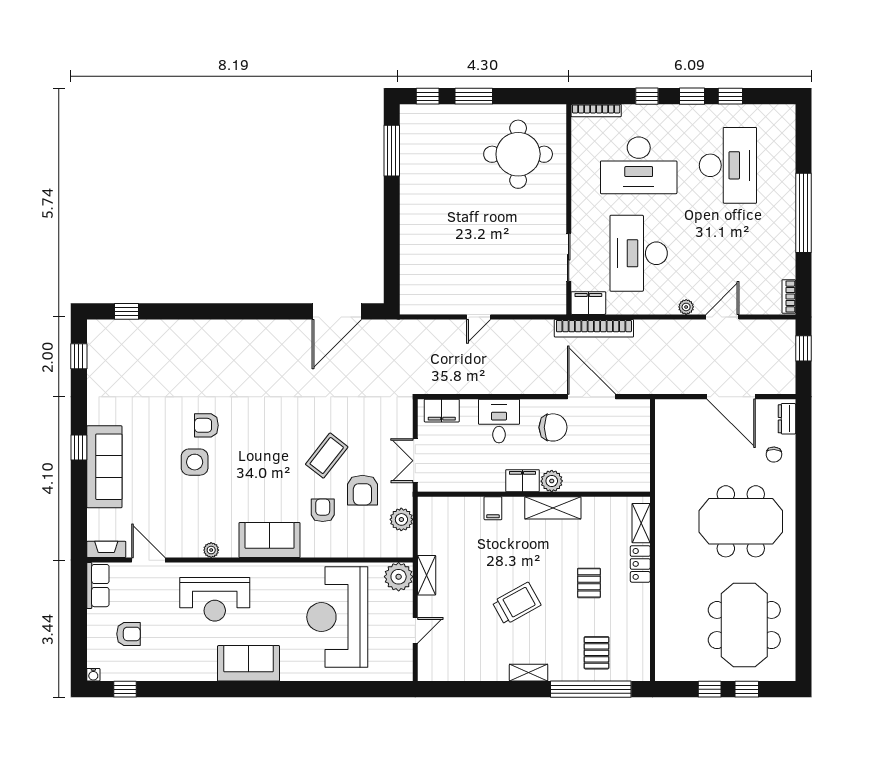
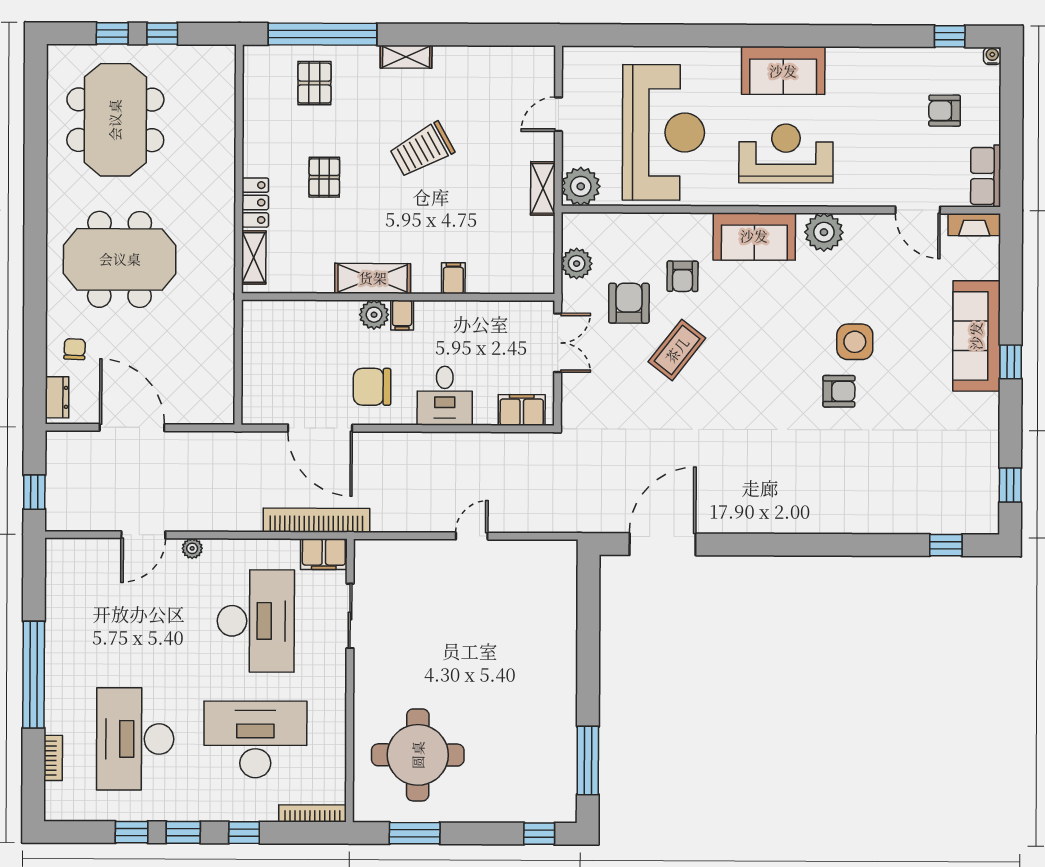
window: (474, 96) -> (415, 833), moved
bookcase: (789, 297) -> (53, 758), moved
filing cabinet: (523, 481) -> (402, 315), width x0.50
plant: (211, 550) -> (824, 232), width x1.88, depth x1.88
reception desk: (215, 599) -> (786, 153), moved

